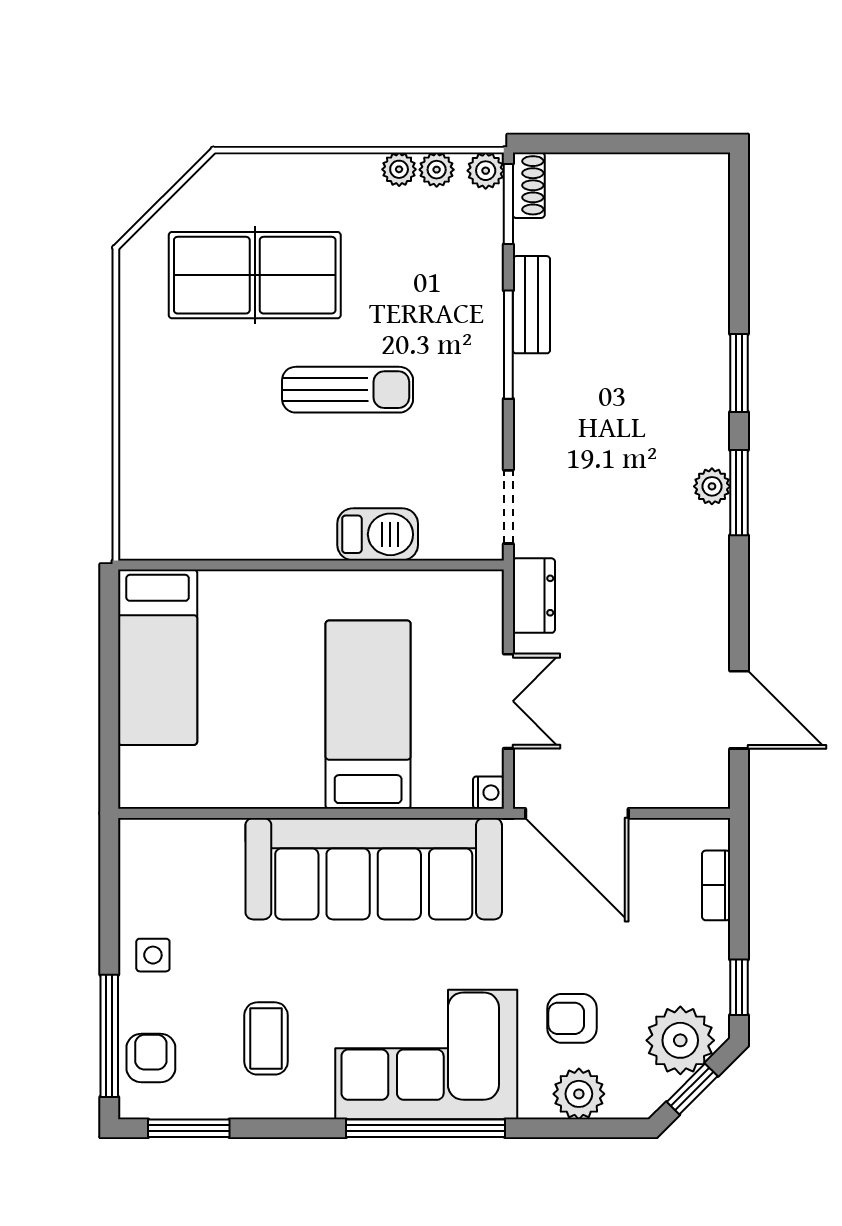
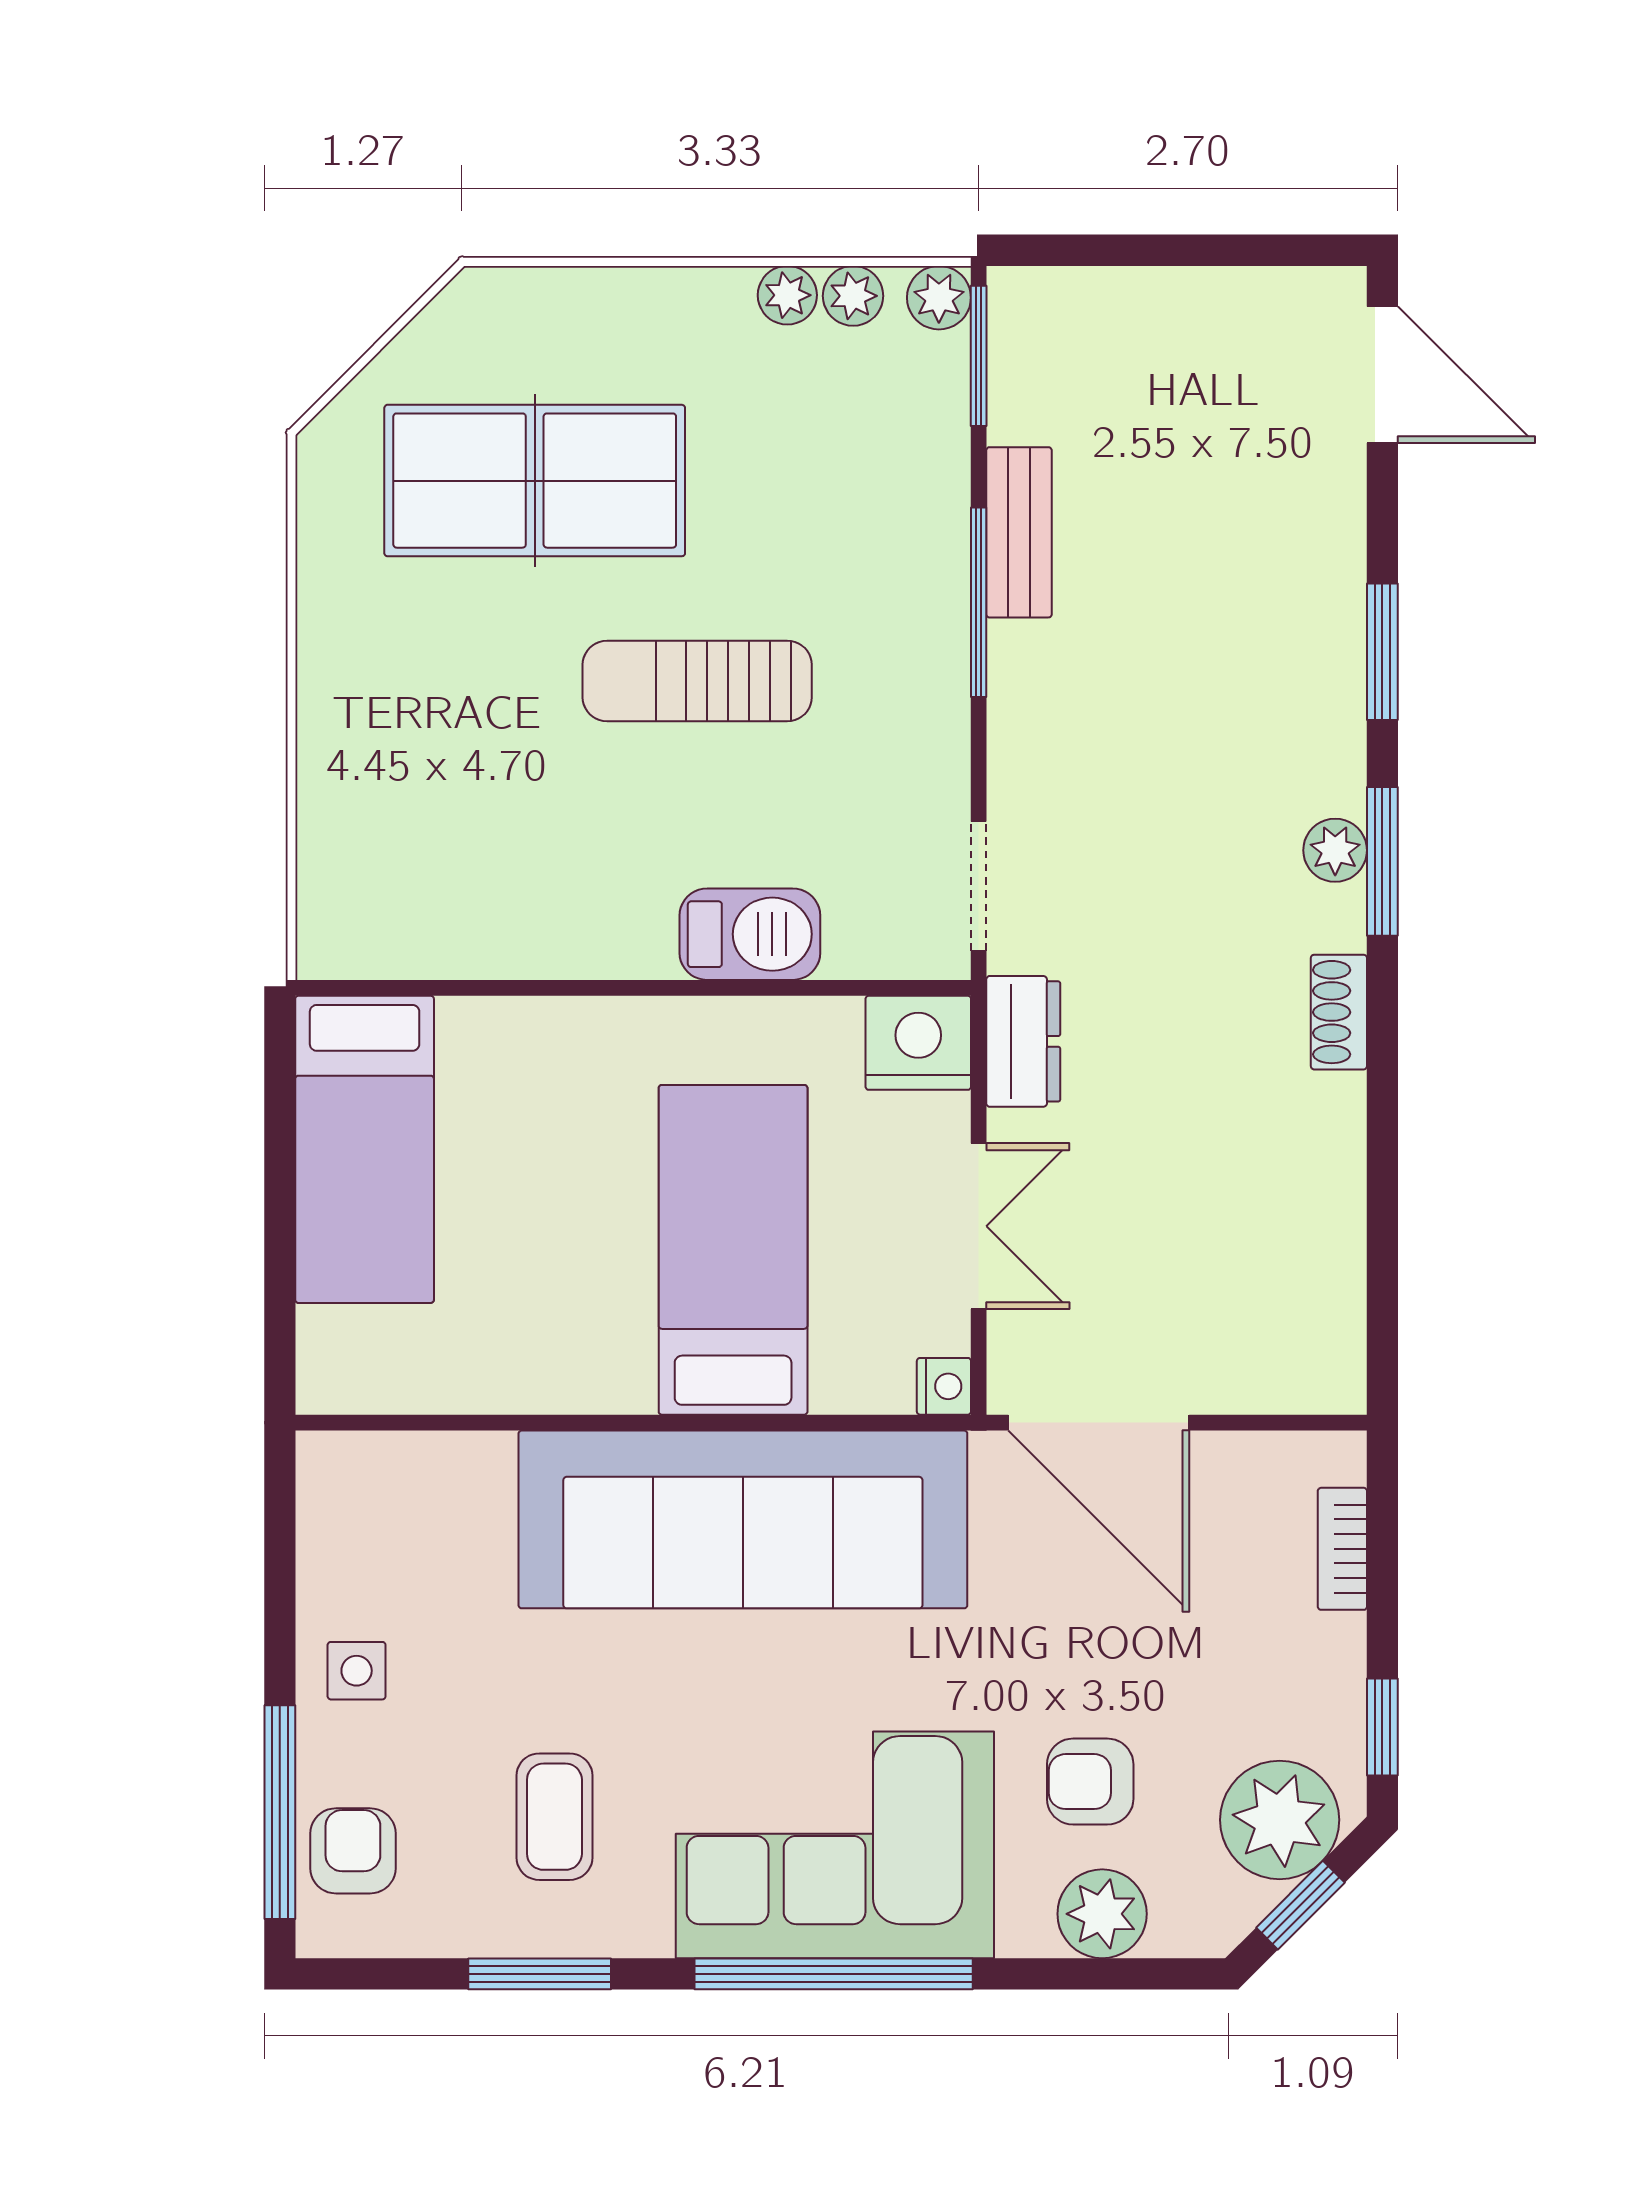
shoe rack: (529, 185) -> (1339, 1012), moved, turned 180
sun lounger: (348, 390) -> (697, 681), turned 180
nightstand: (474, 596) -> (918, 1043), added
door: (739, 710) -> (1382, 375), moved
window: (189, 1128) -> (540, 1974), moved

